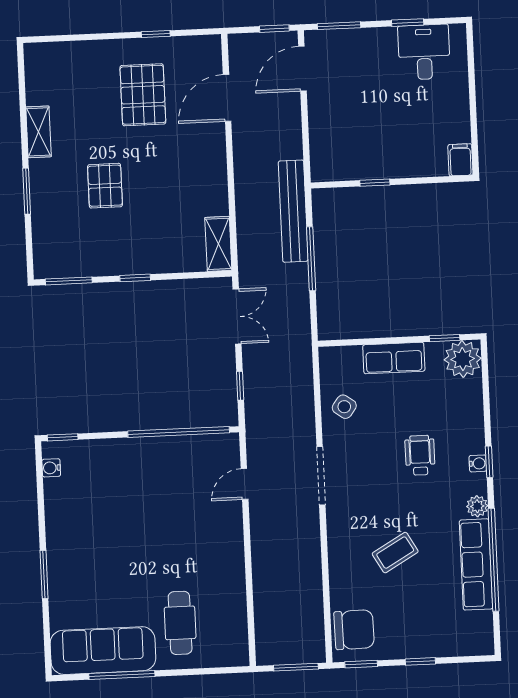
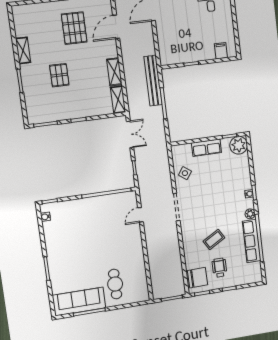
filing cabinet: (460, 160) -> (221, 51), moved
shelving: (216, 188) -> (114, 72), added
wheelchair: (420, 455) -> (219, 268), moved

